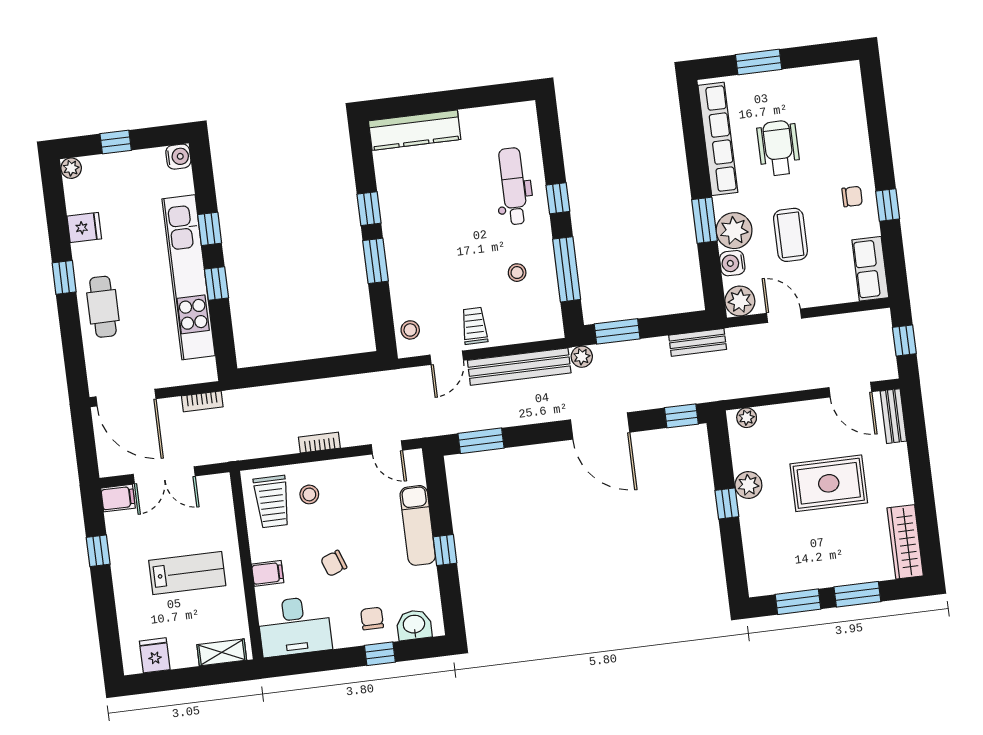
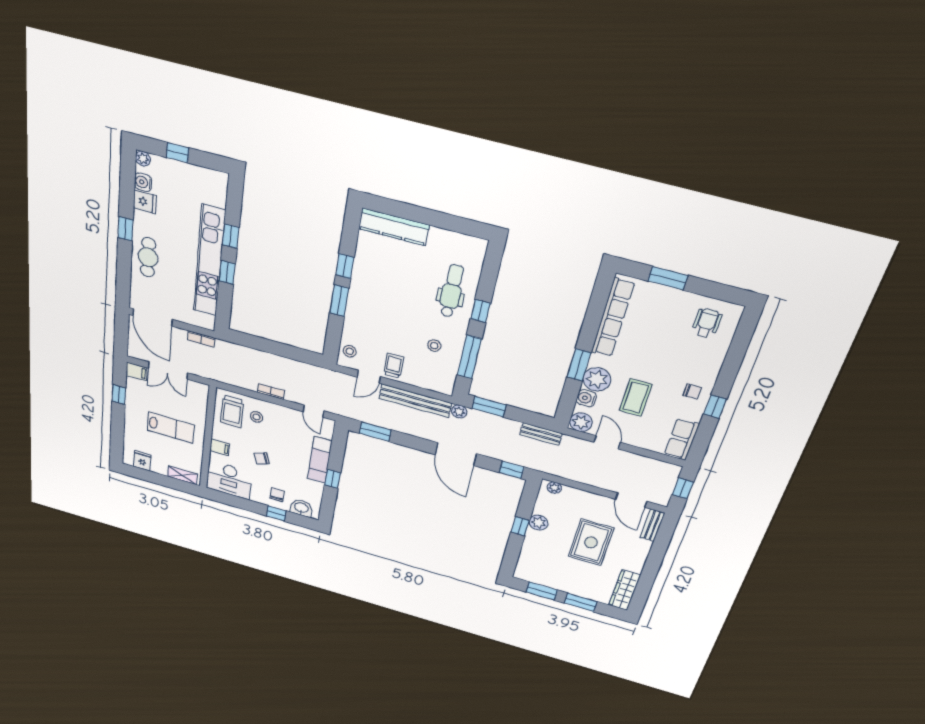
wheelchair: (778, 148) -> (707, 323), moved, width x0.73, depth x0.73
water cooler: (178, 157) -> (143, 182), moved, turned 180
rug: (829, 483) -> (591, 542), turned 90

